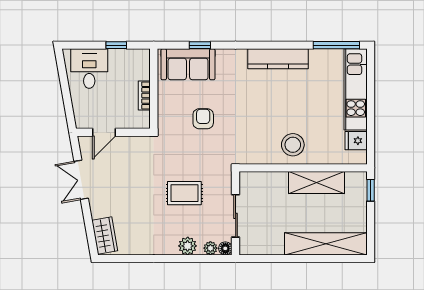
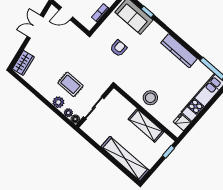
rug: (184, 193) -> (70, 84), moved

